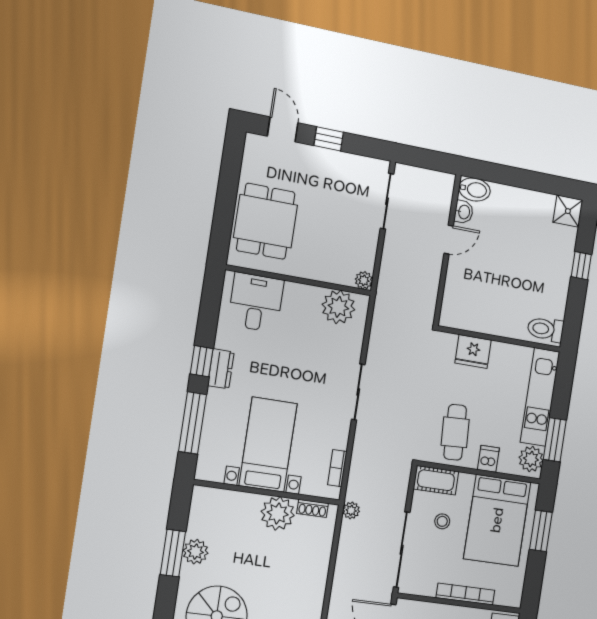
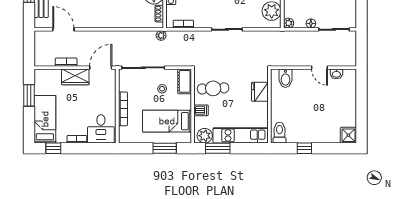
bidet: (474, 190) -> (285, 78), moved
floor lamp: (371, 241) -> (311, 23), added
window: (581, 266) -> (304, 148), moved
bed: (497, 520) -> (167, 121), width x0.67

